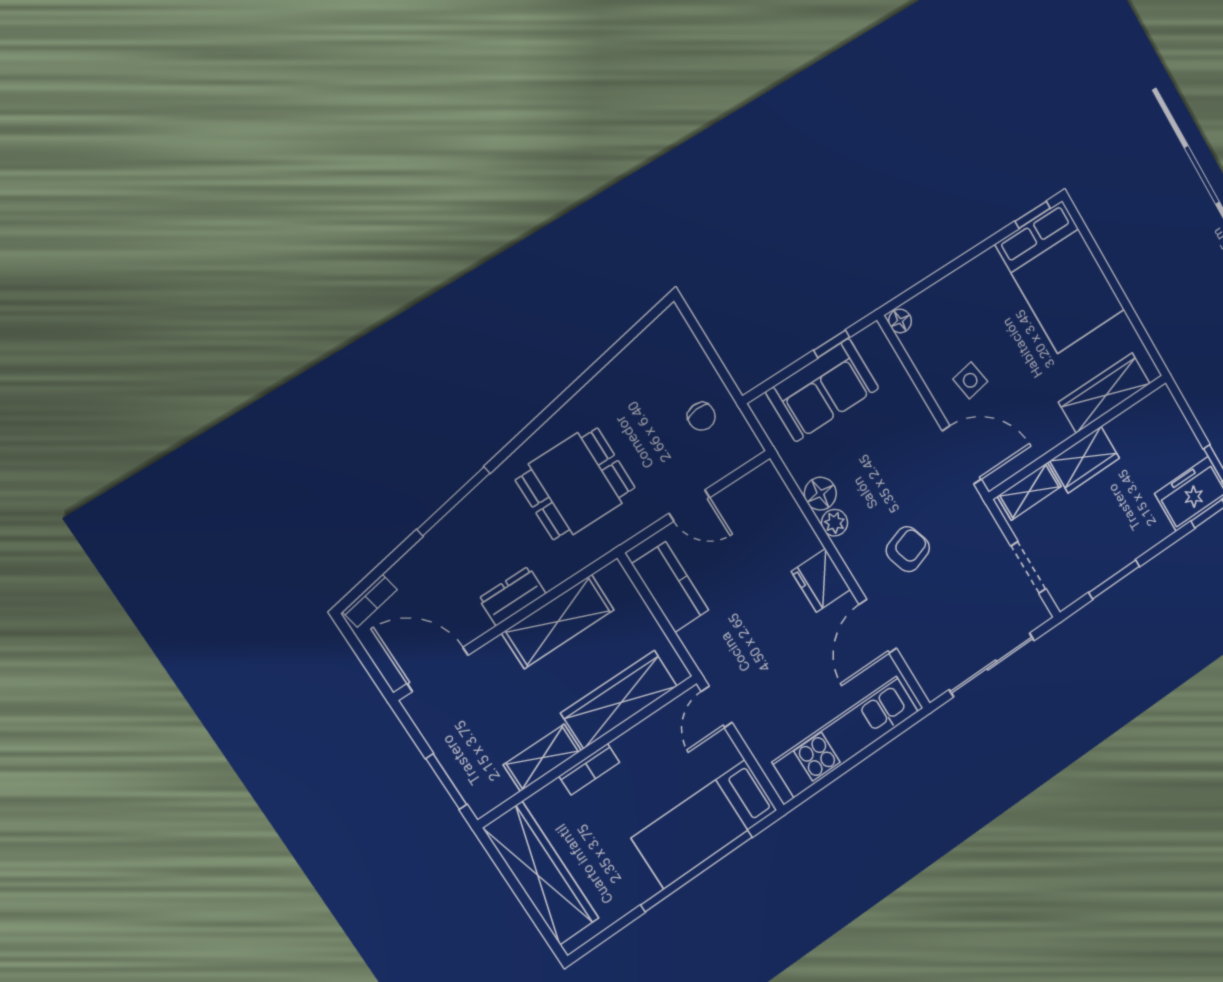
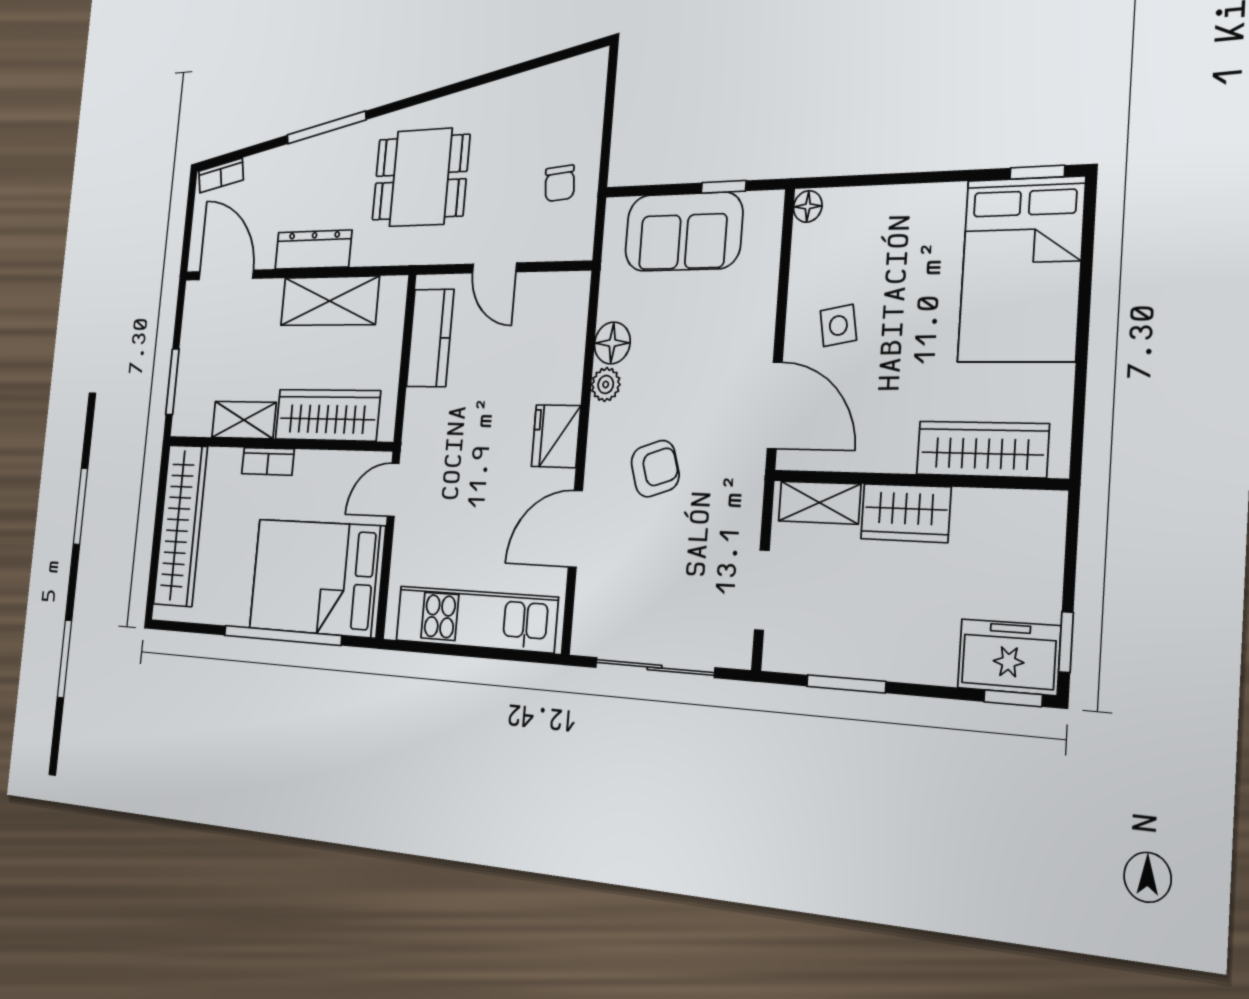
dresser: (512, 596) -> (313, 250), width x1.44
bed: (705, 824) -> (317, 578), width x1.50

